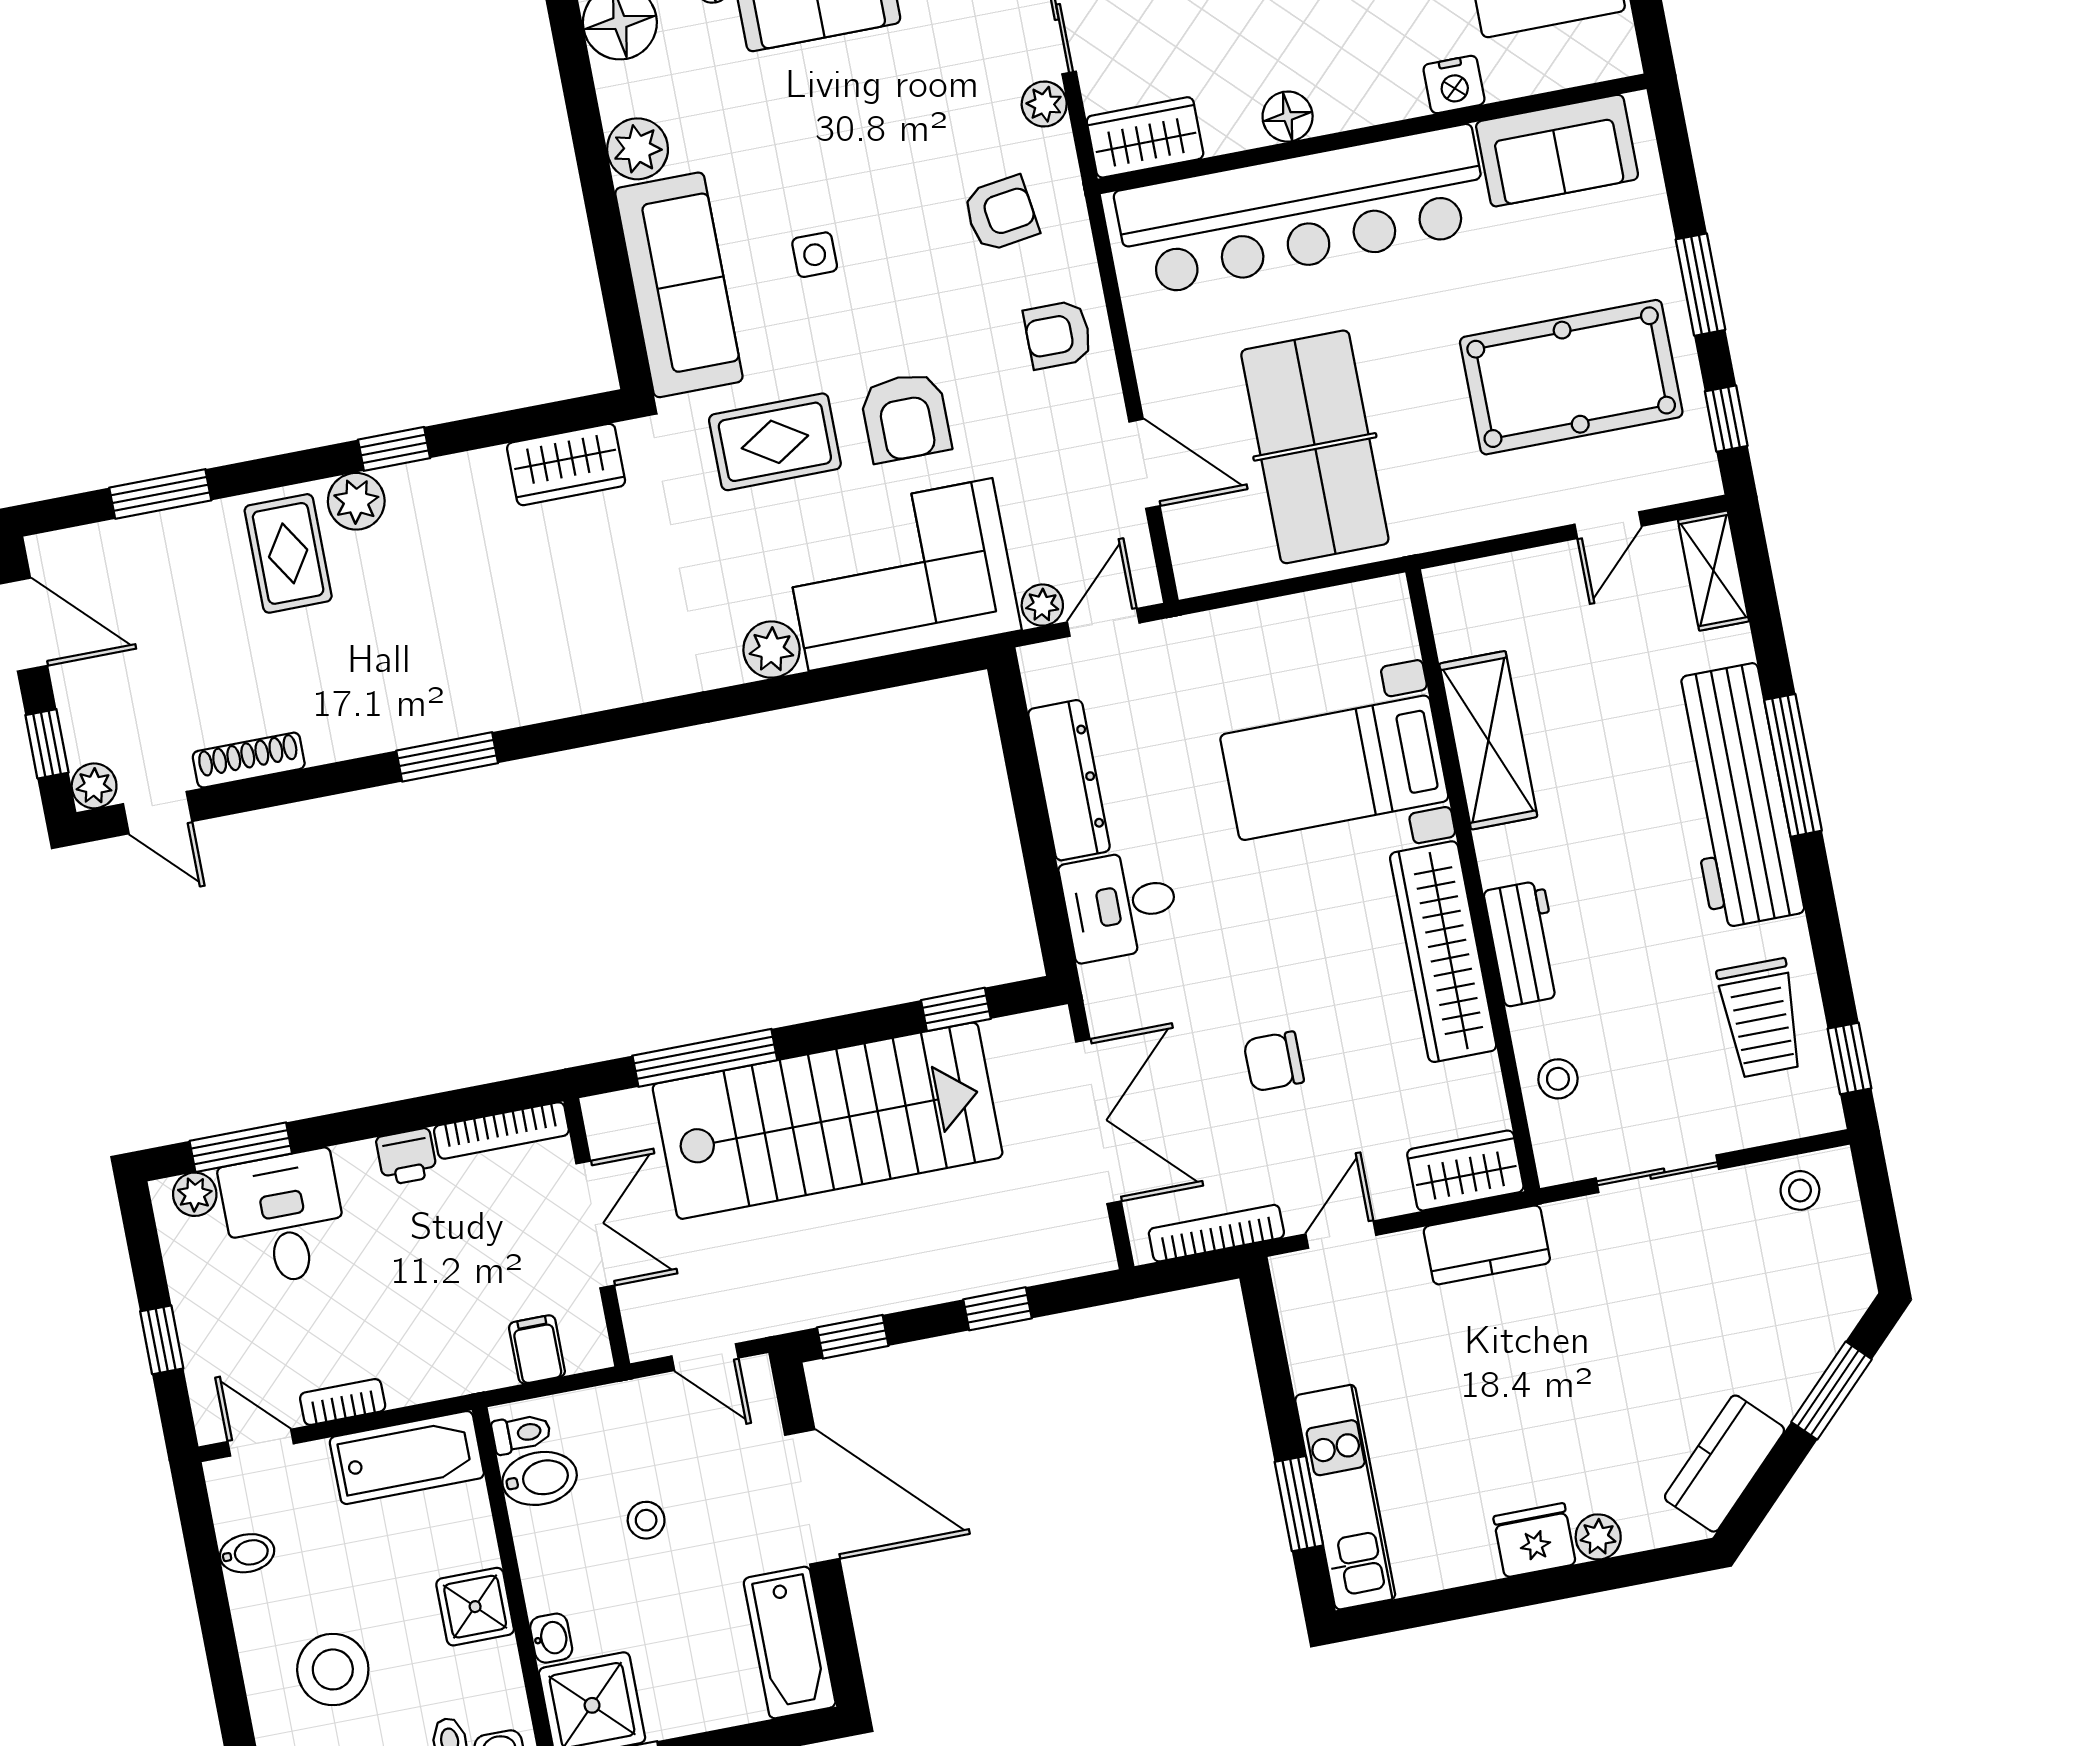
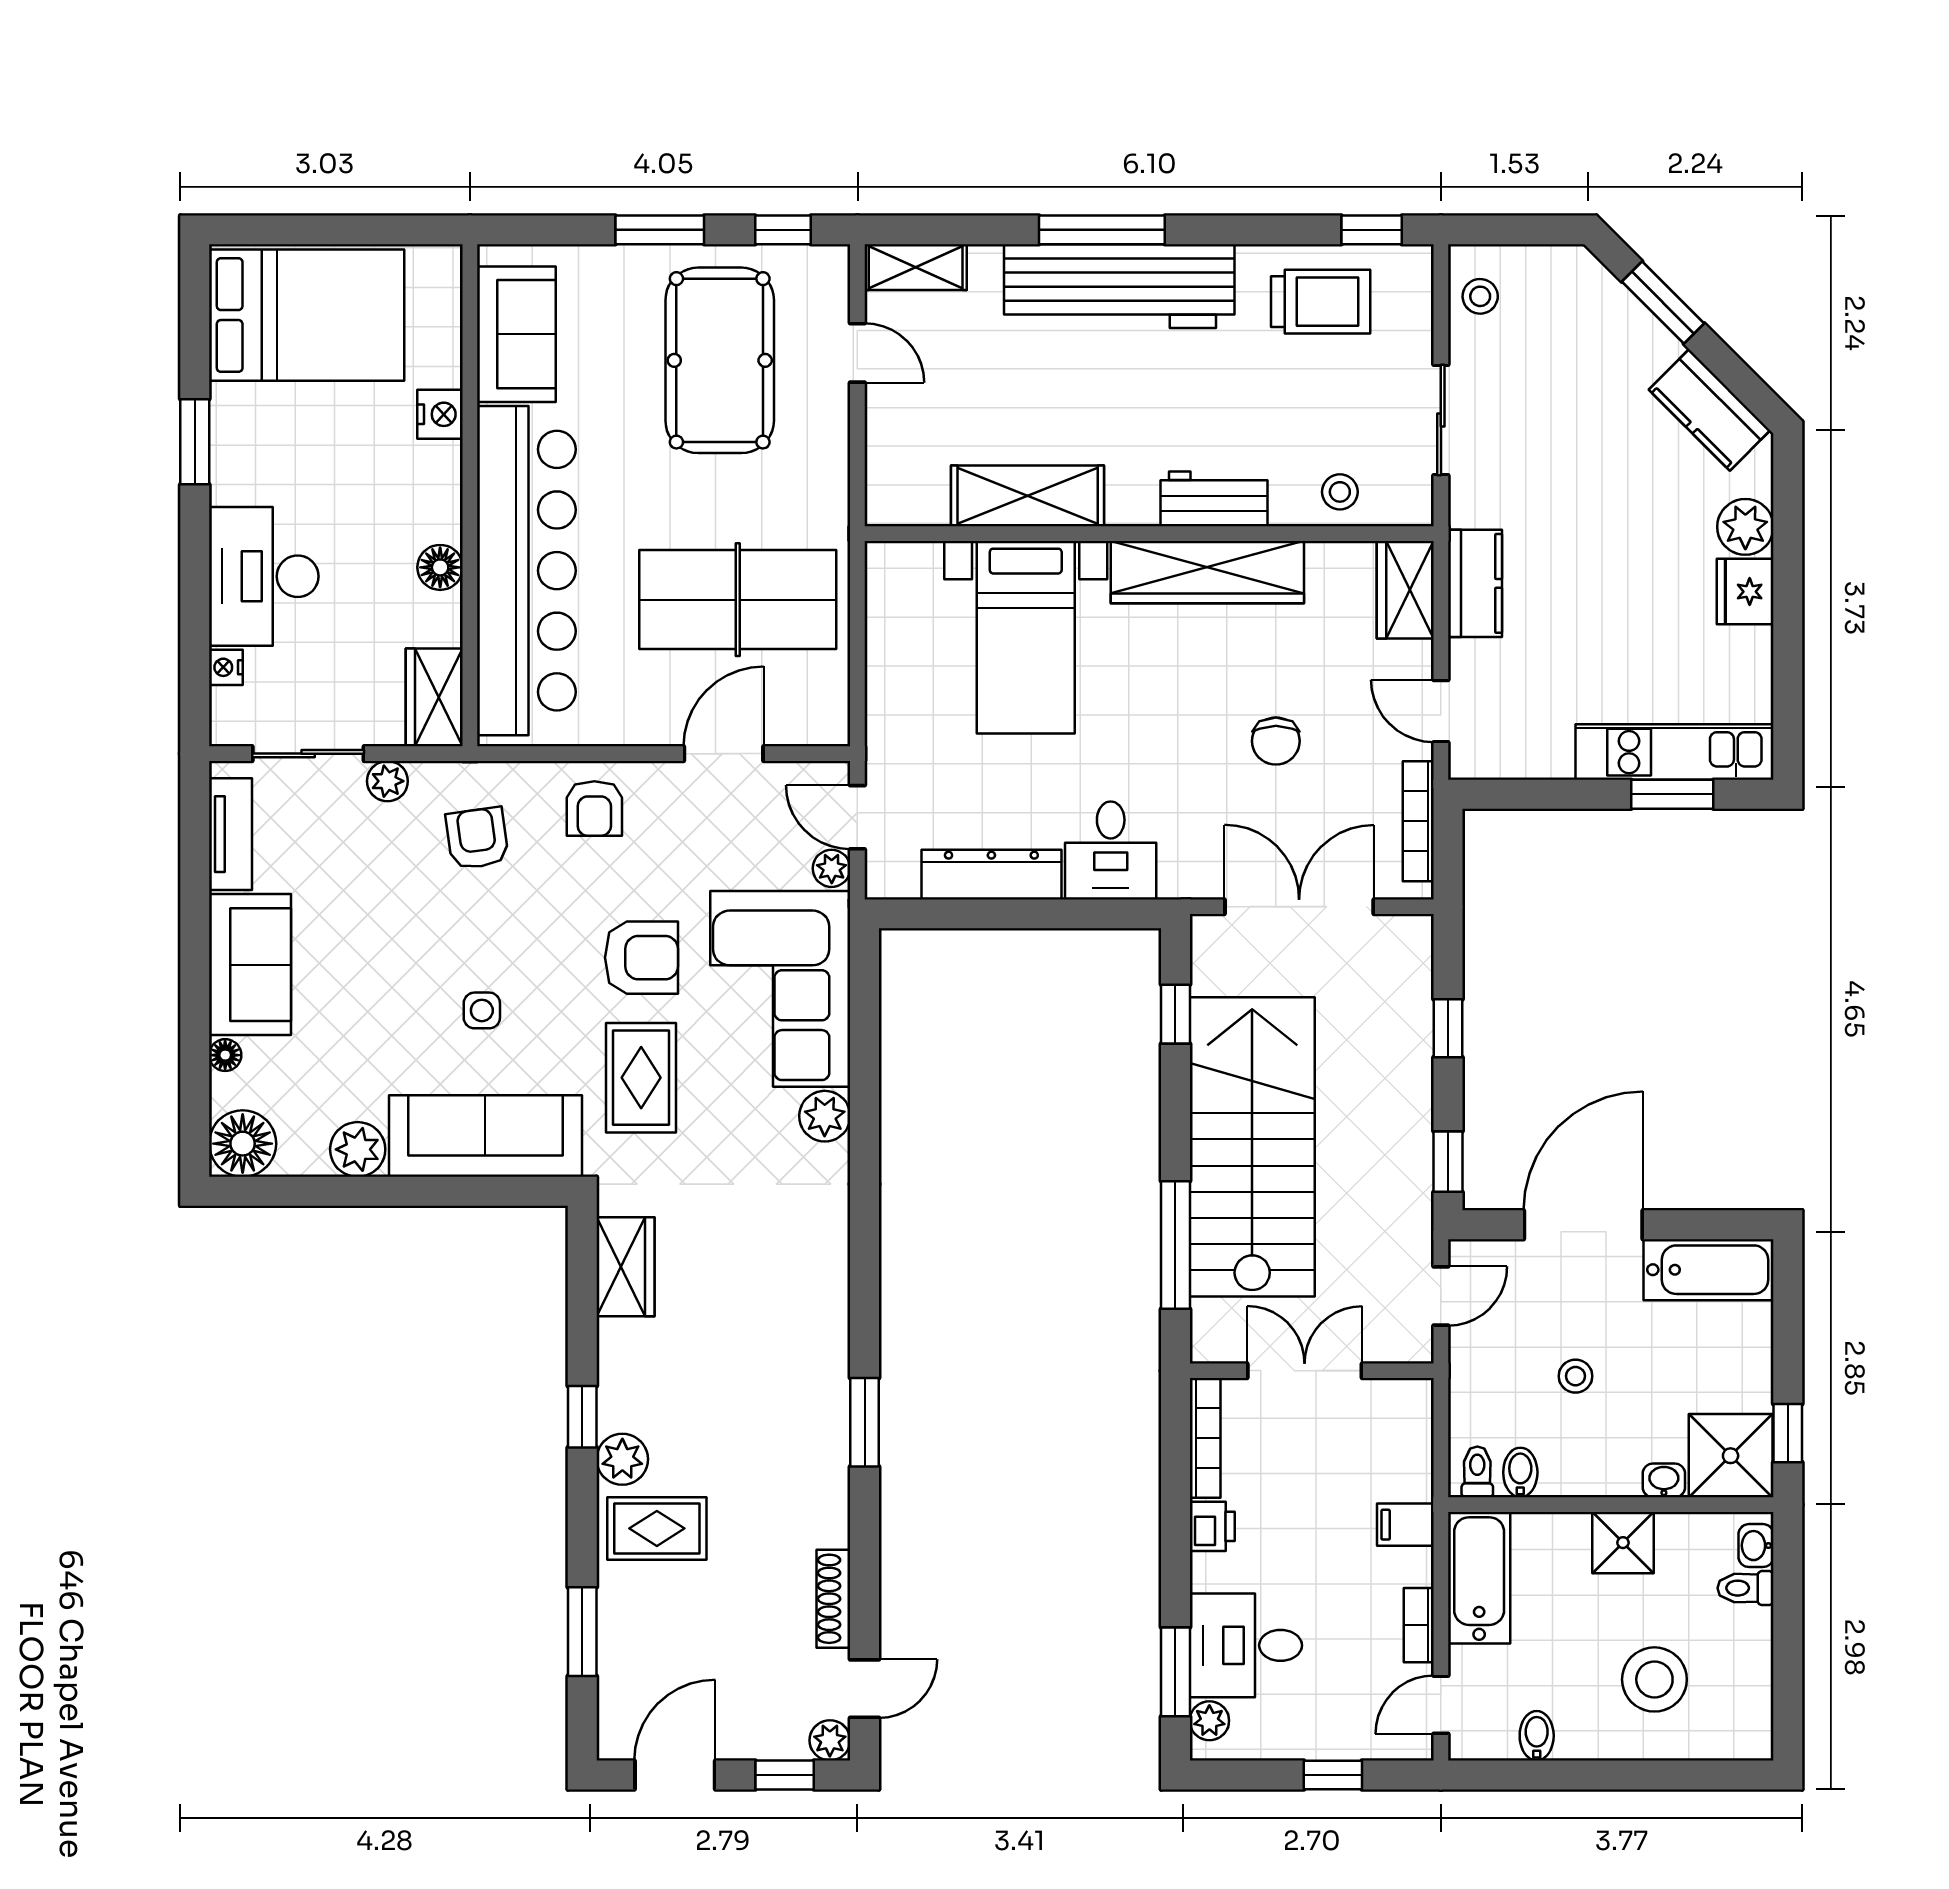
filing cabinet: (537, 1349) -> (1405, 1525), moved
bidet: (540, 1478) -> (1520, 1472), width x0.72, depth x0.74
plant: (1598, 1537) -> (1745, 527), width x1.38, depth x1.38

